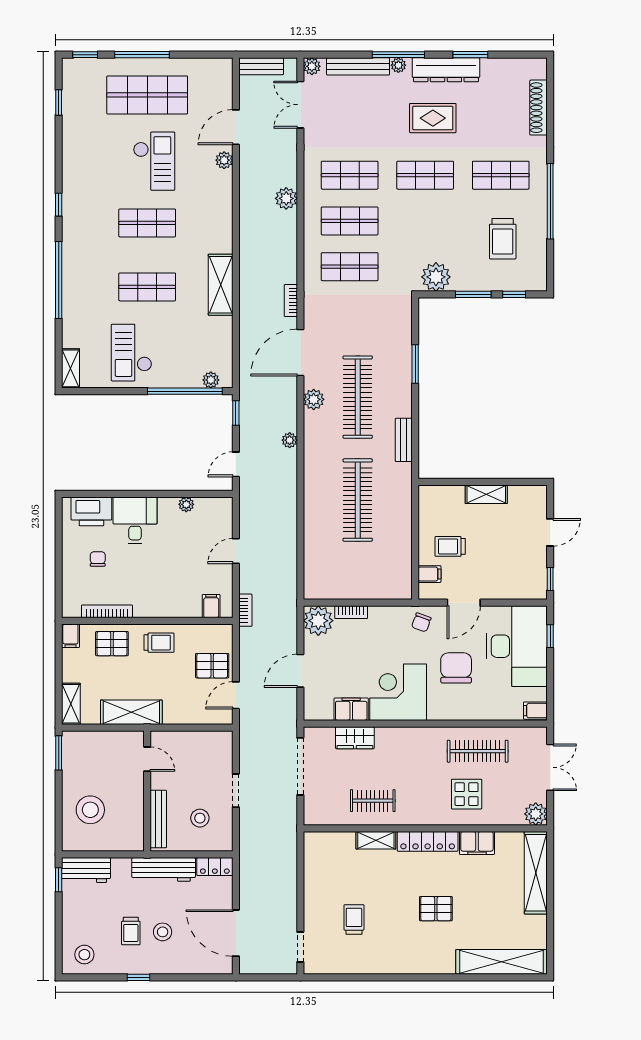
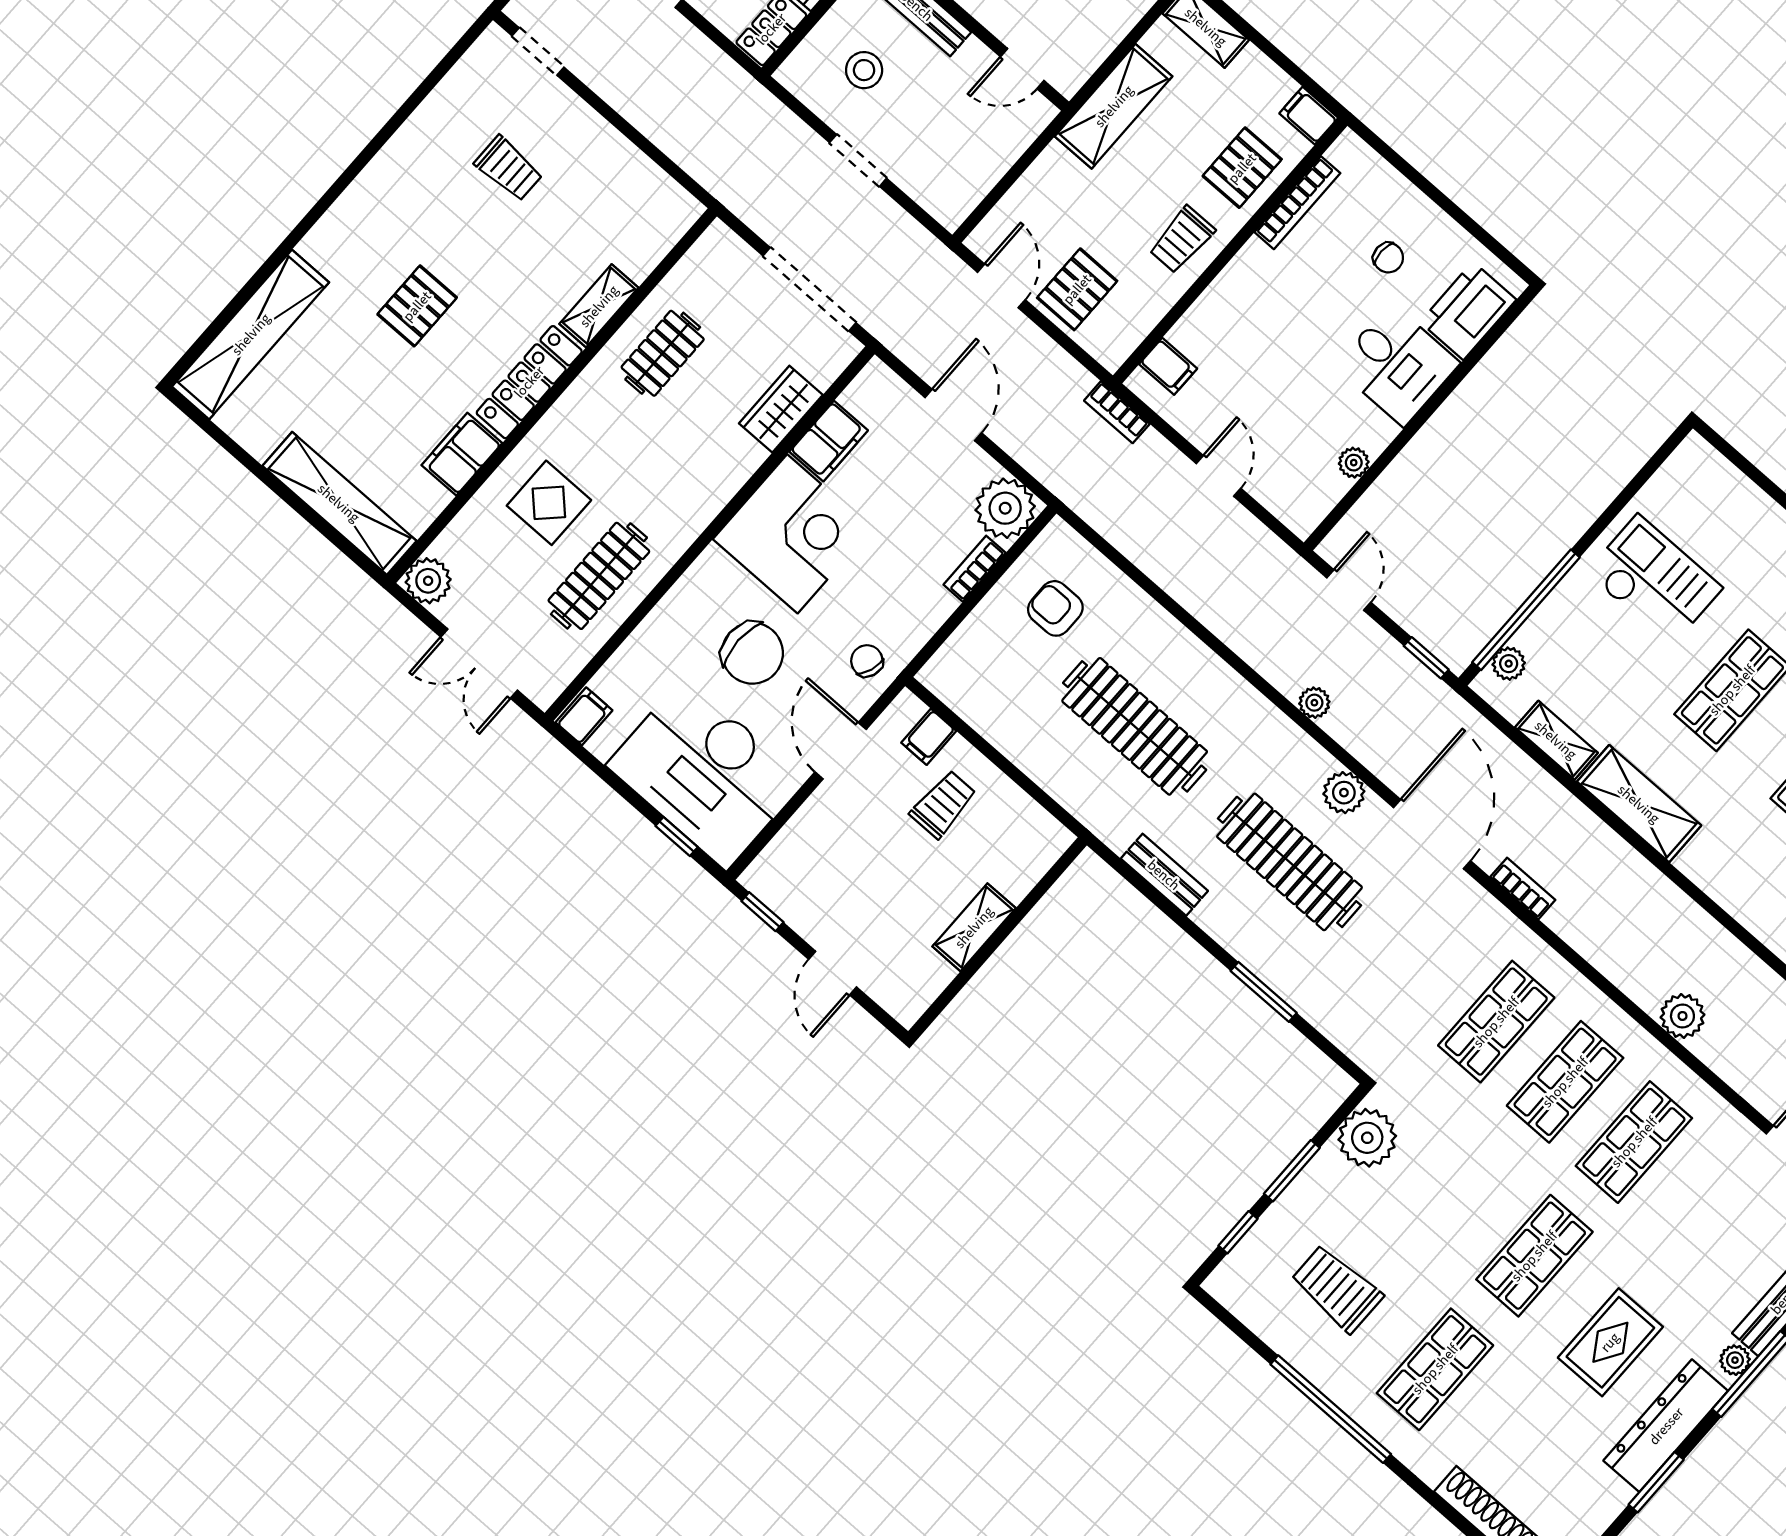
shelving: (70, 368) -> (1556, 740), moved
armchair: (339, 569) -> (1055, 608), added

